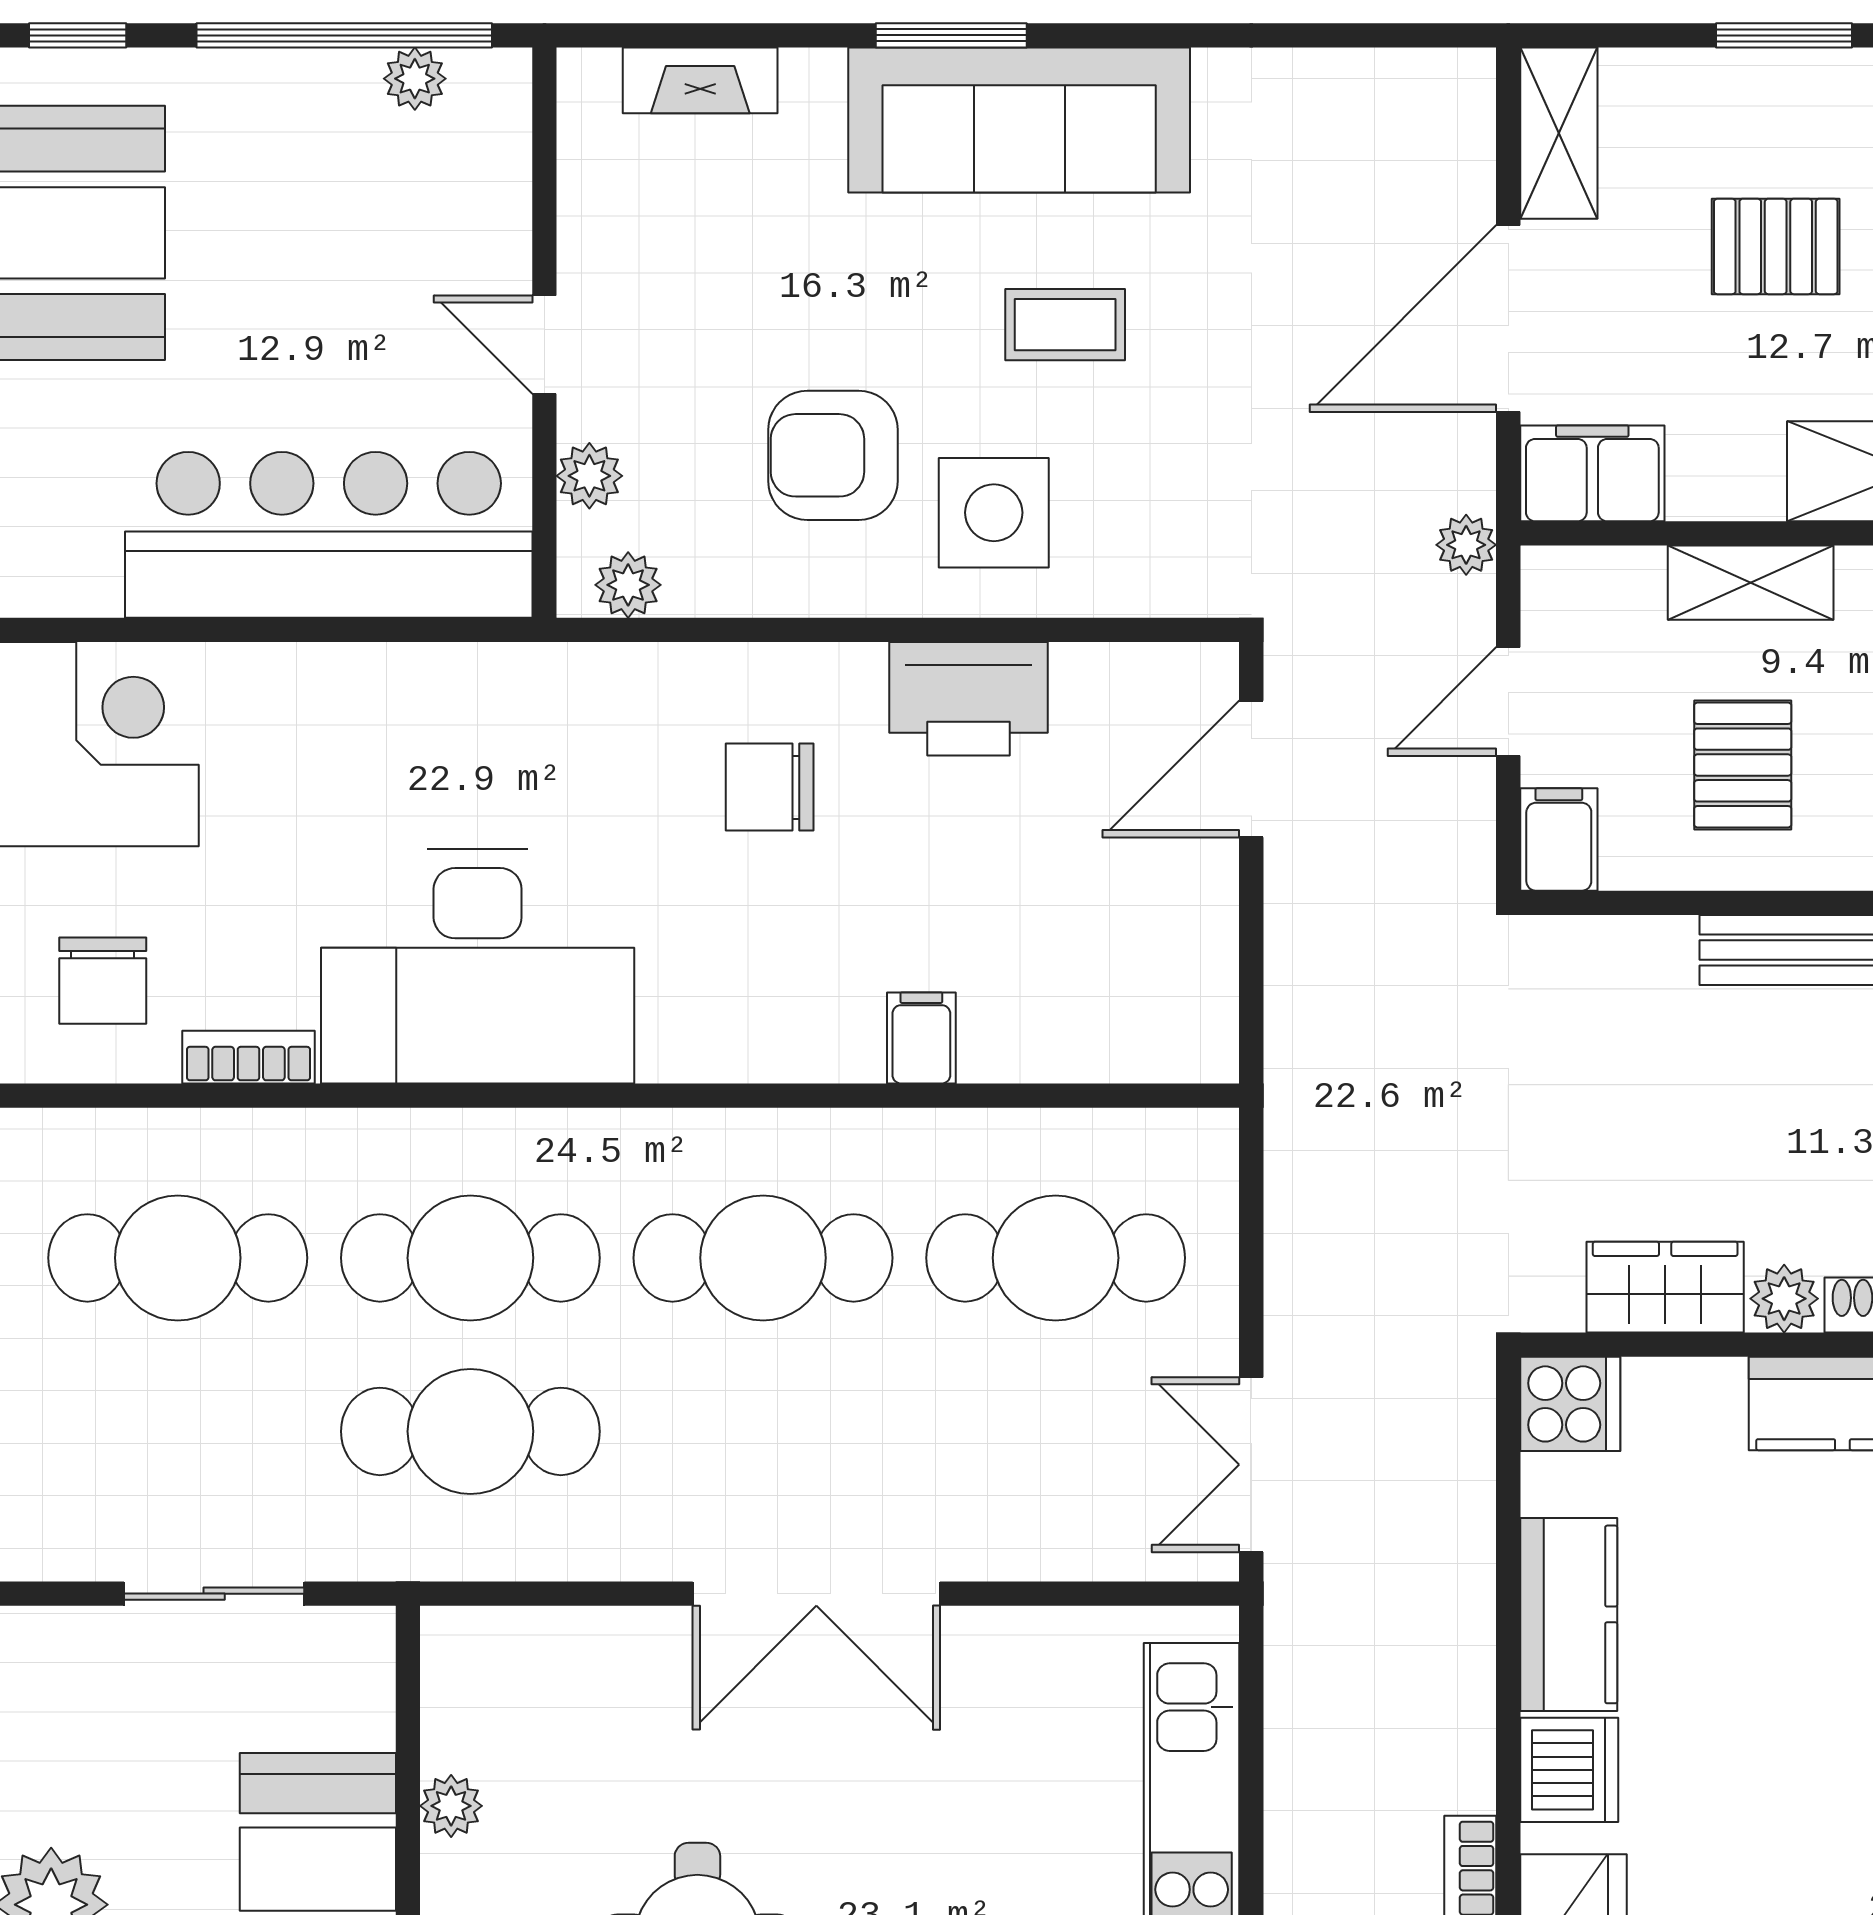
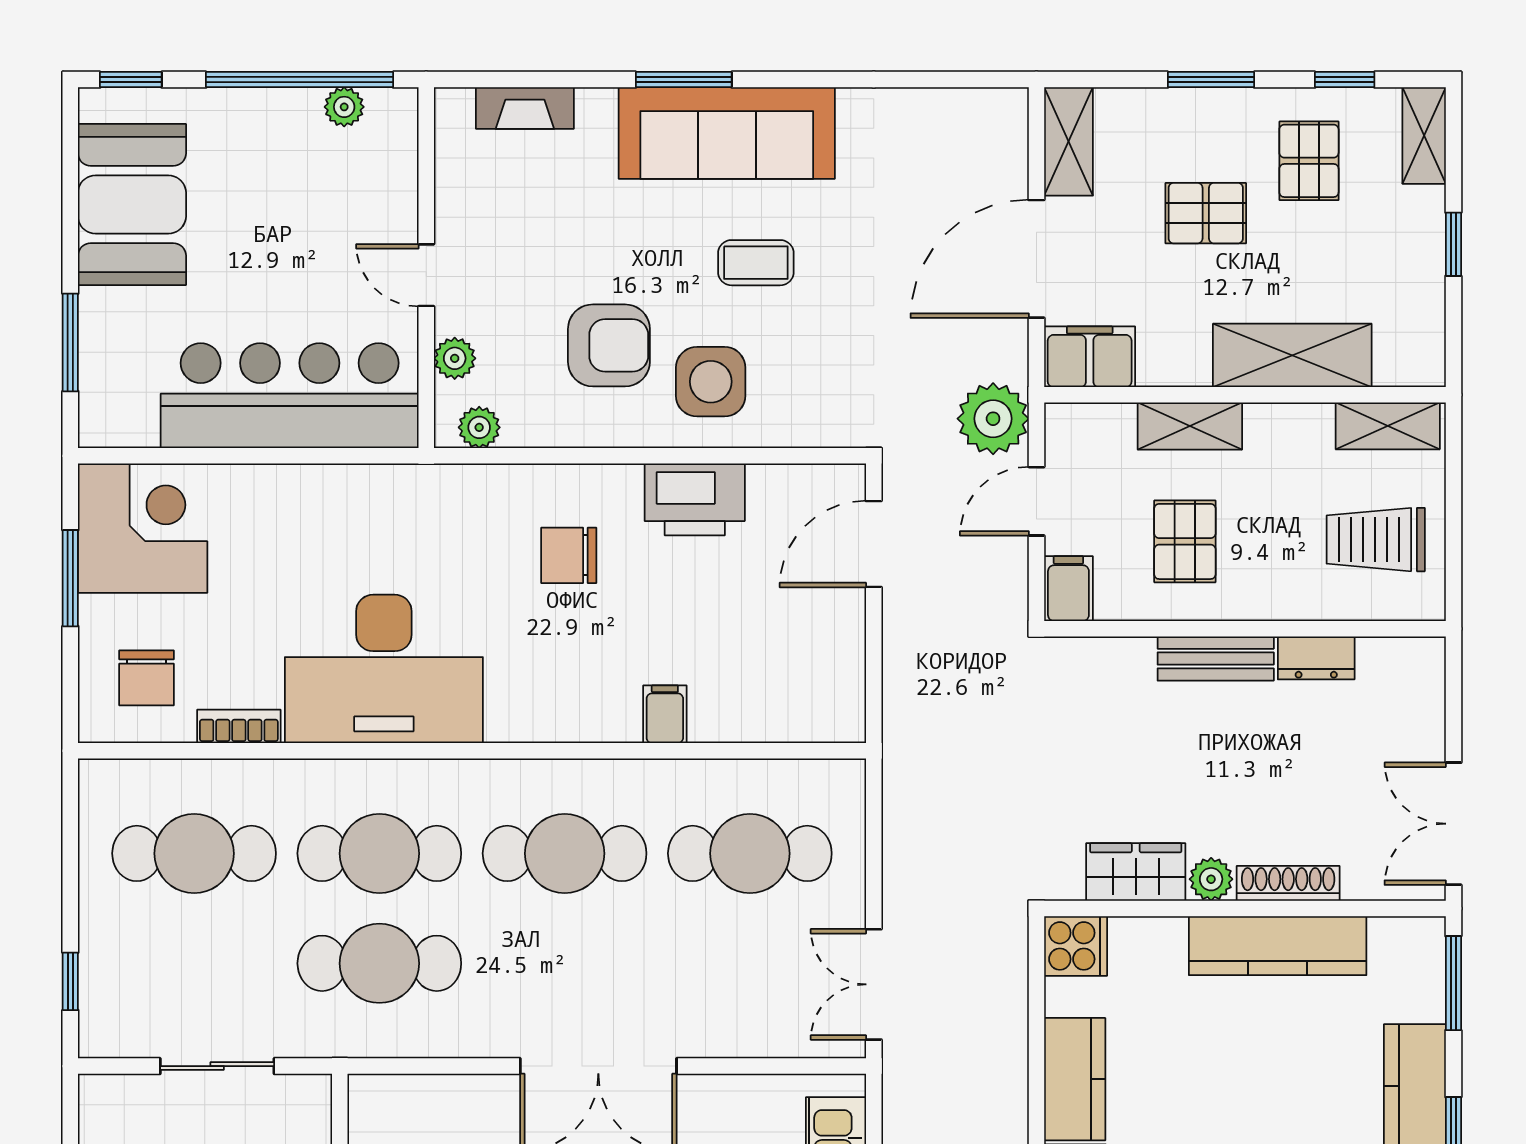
armchair: (833, 455) -> (609, 345), turned 180
plant: (1466, 545) -> (993, 419), width x1.88, depth x1.88

